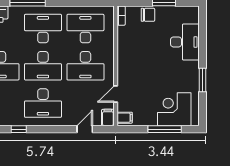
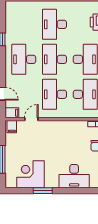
door: (116, 94) -> (31, 119), hinge flipped
corner desk: (174, 109) -> (31, 174), moved, turned -90

